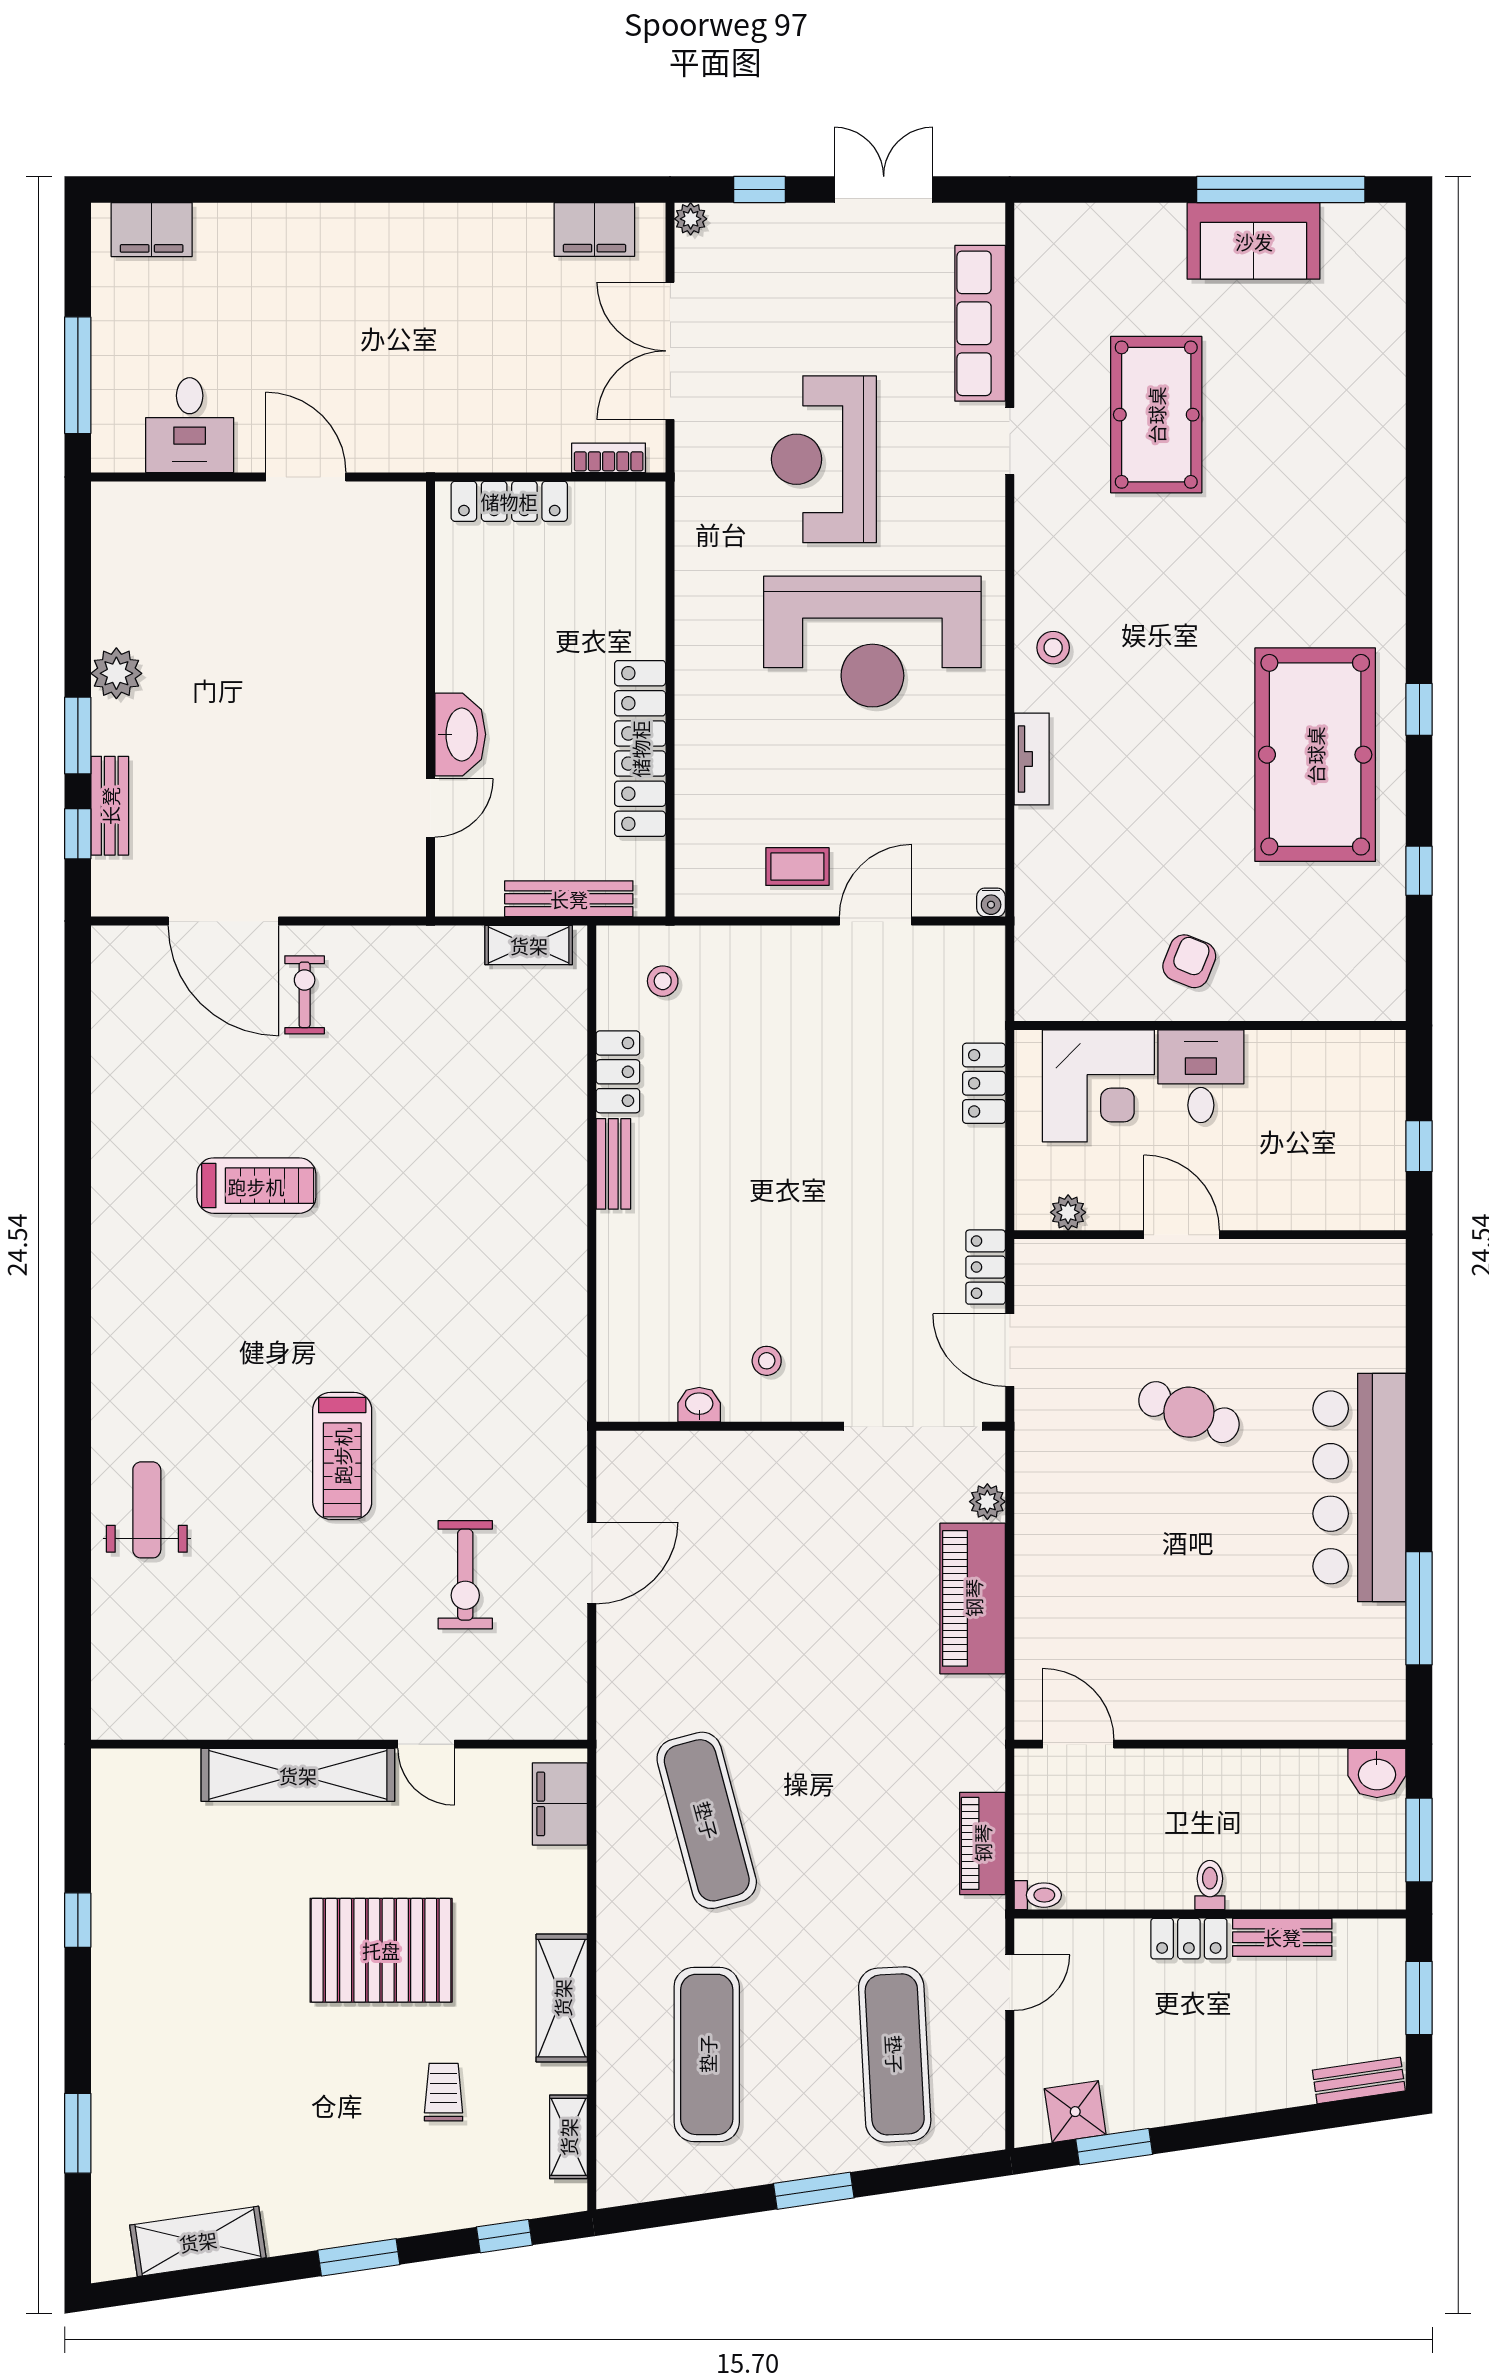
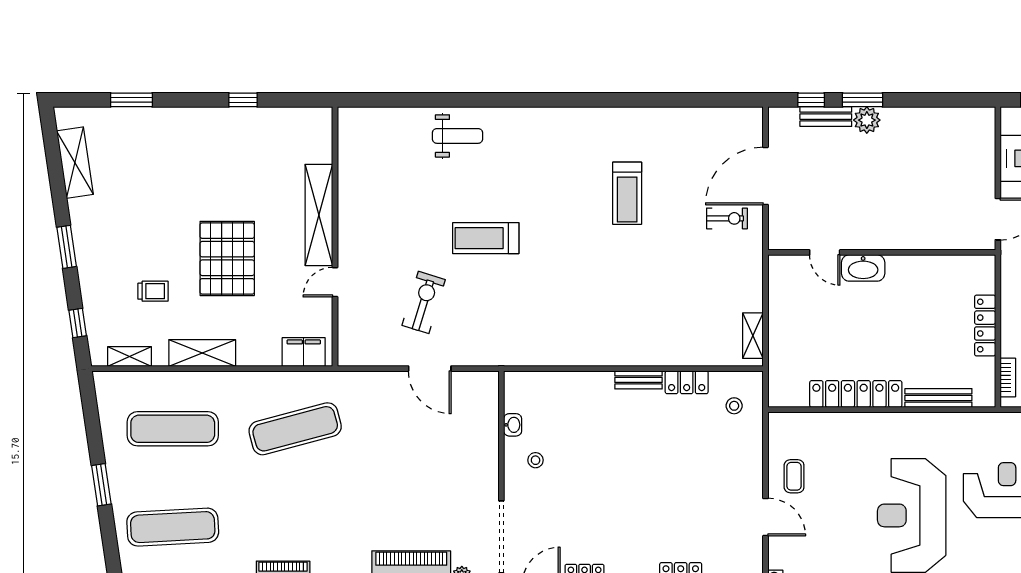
plant: (116, 673) -> (867, 120), moved
wall: (431, 699) -> (882, 252), moved
washbasin: (460, 734) -> (863, 268), moved
door: (431, 808) -> (825, 252), moved
bench: (569, 899) -> (938, 398), moved, turned 90
exercise bike: (465, 1575) -> (424, 302), turned 107

